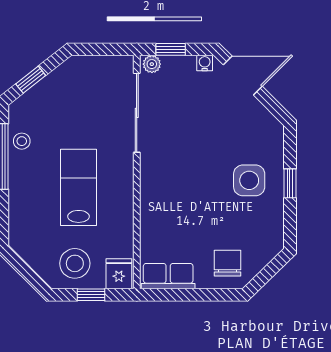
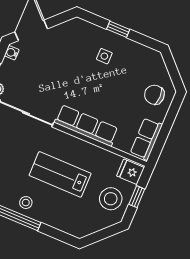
stool: (22, 141) -> (26, 203), moved
side table: (249, 180) -> (104, 56), width x0.54, depth x0.54
row of seats: (153, 195) -> (86, 126), added

